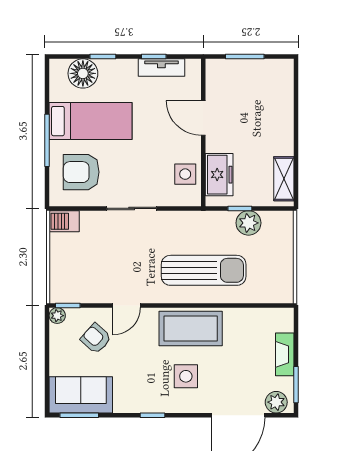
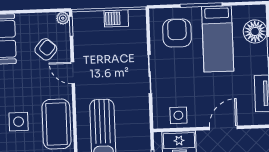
barbecue: (64, 221) -> (116, 18), moved, turned -90

